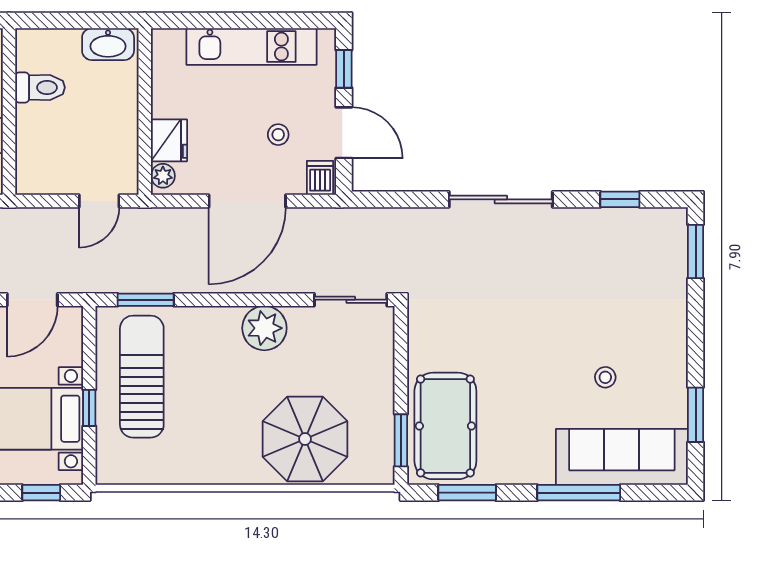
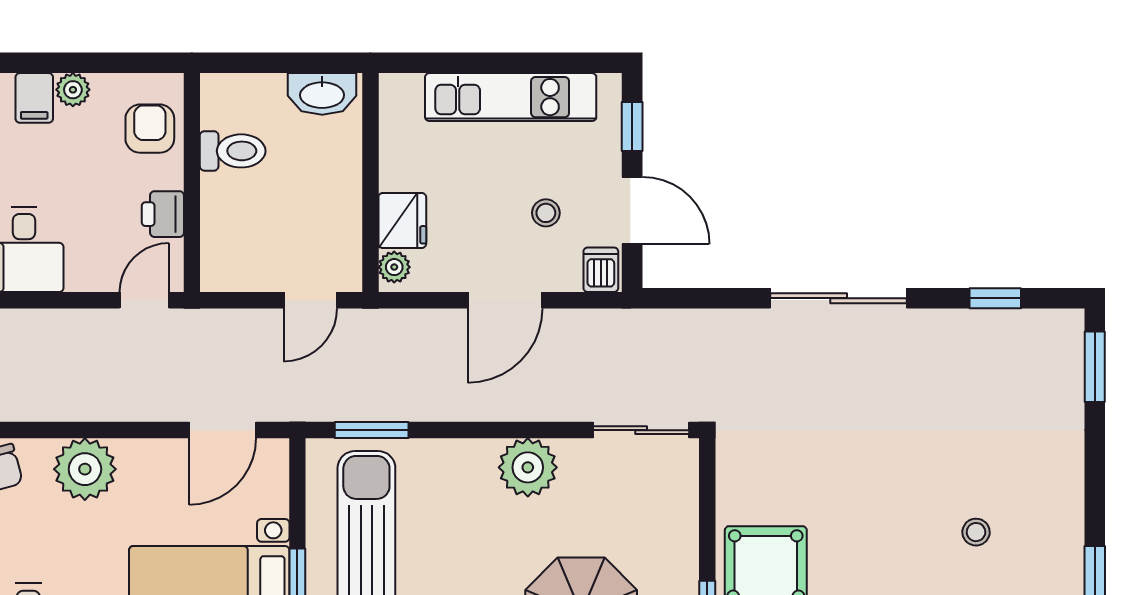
door: (247, 201) -> (505, 300), width x0.73

